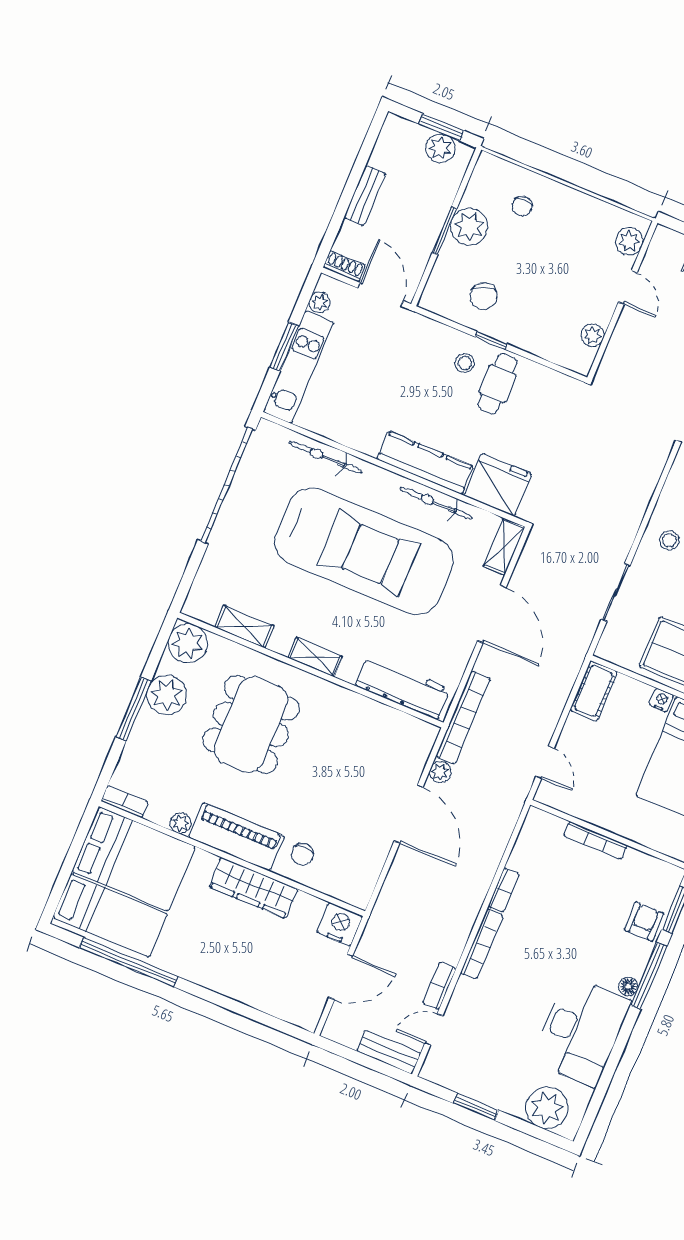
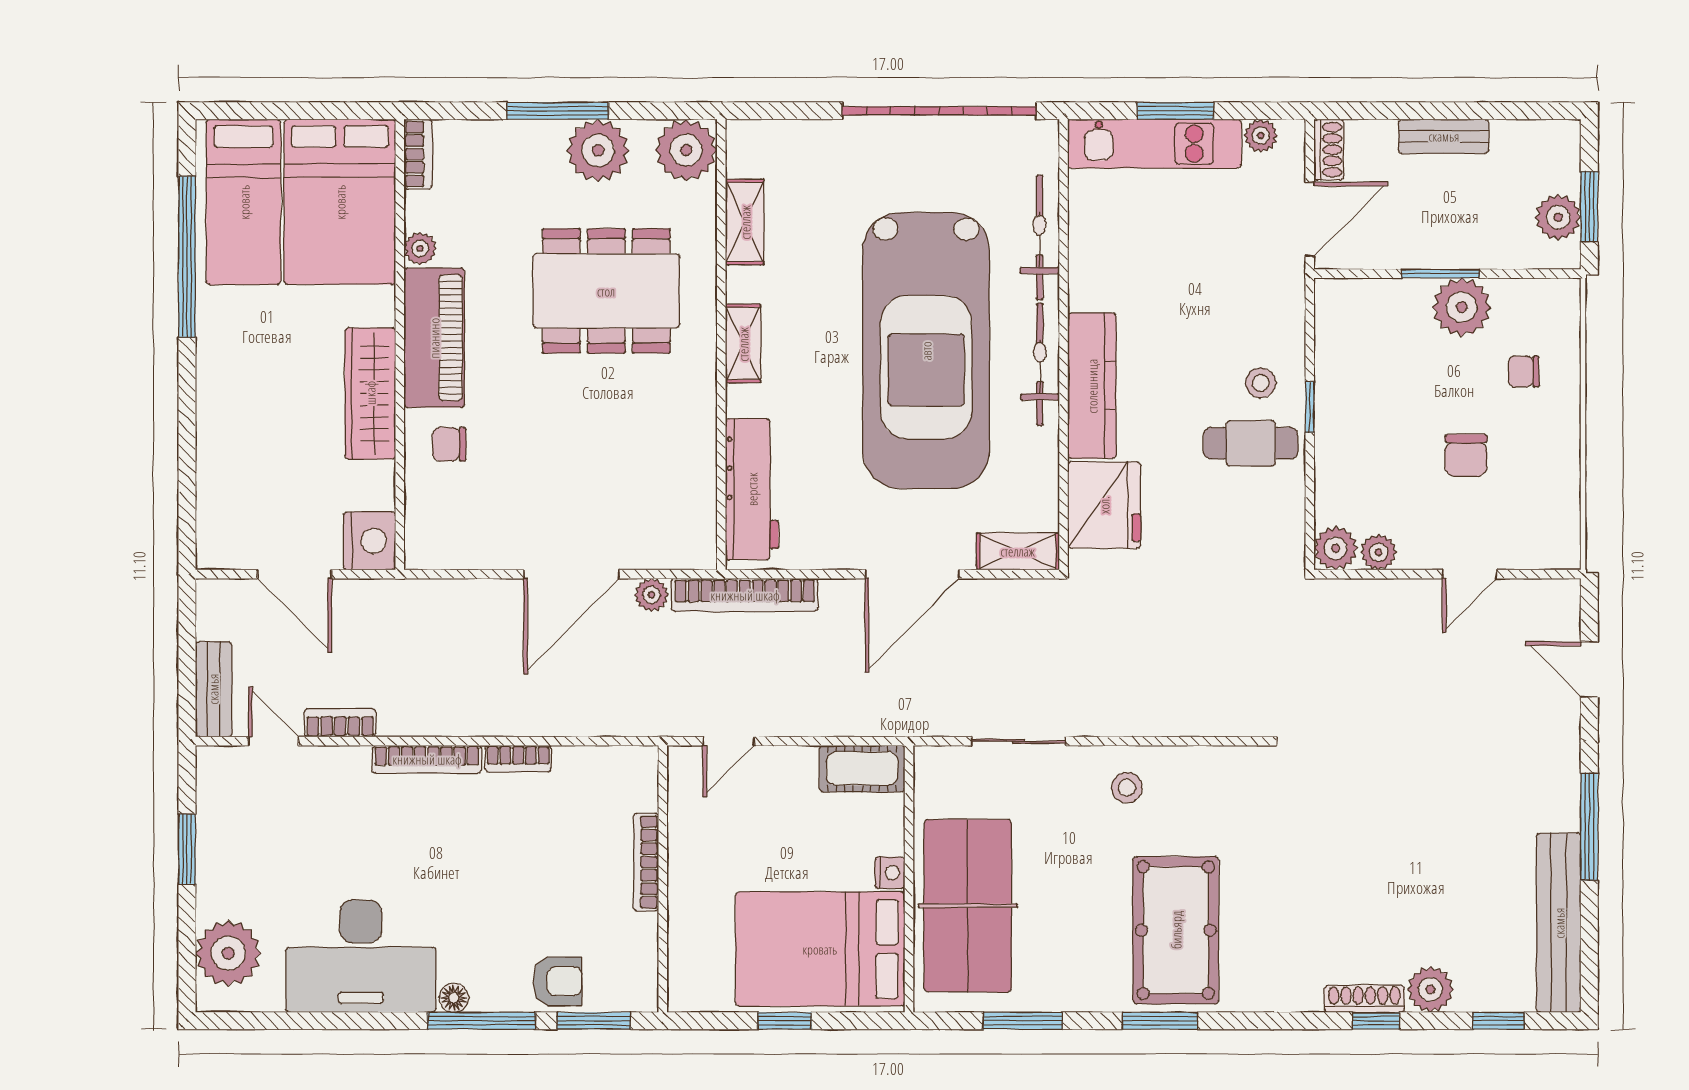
plant: (629, 241) -> (1336, 548), moved
chair: (484, 296) -> (1466, 455), moved, turned -70
bicycle: (436, 503) -> (1040, 364), moved

